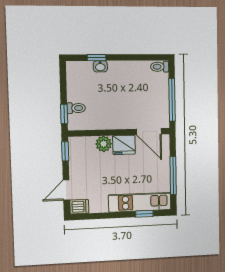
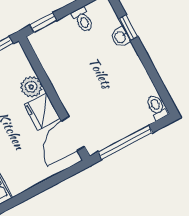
toilet: (76, 108) -> (83, 20), moved
window: (173, 176) -> (35, 191), removed

